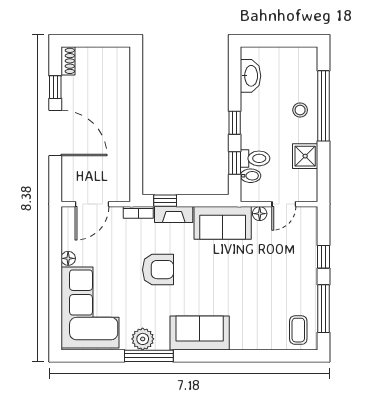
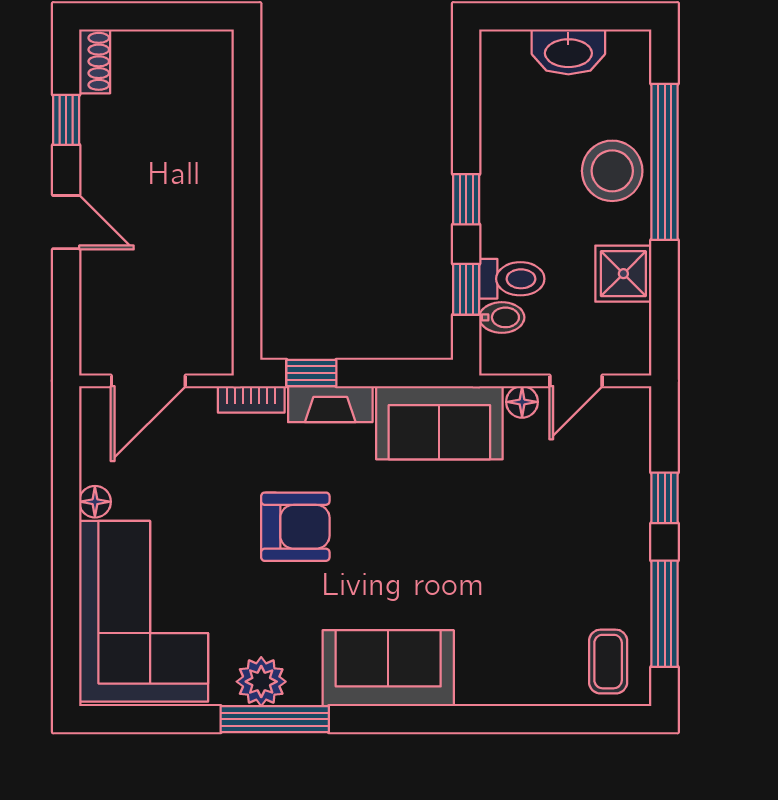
washbasin: (251, 76) -> (568, 52), moved, turned 90
stool: (300, 110) -> (612, 171), width x1.89, depth x1.89
door: (55, 133) -> (66, 222), width x0.53

